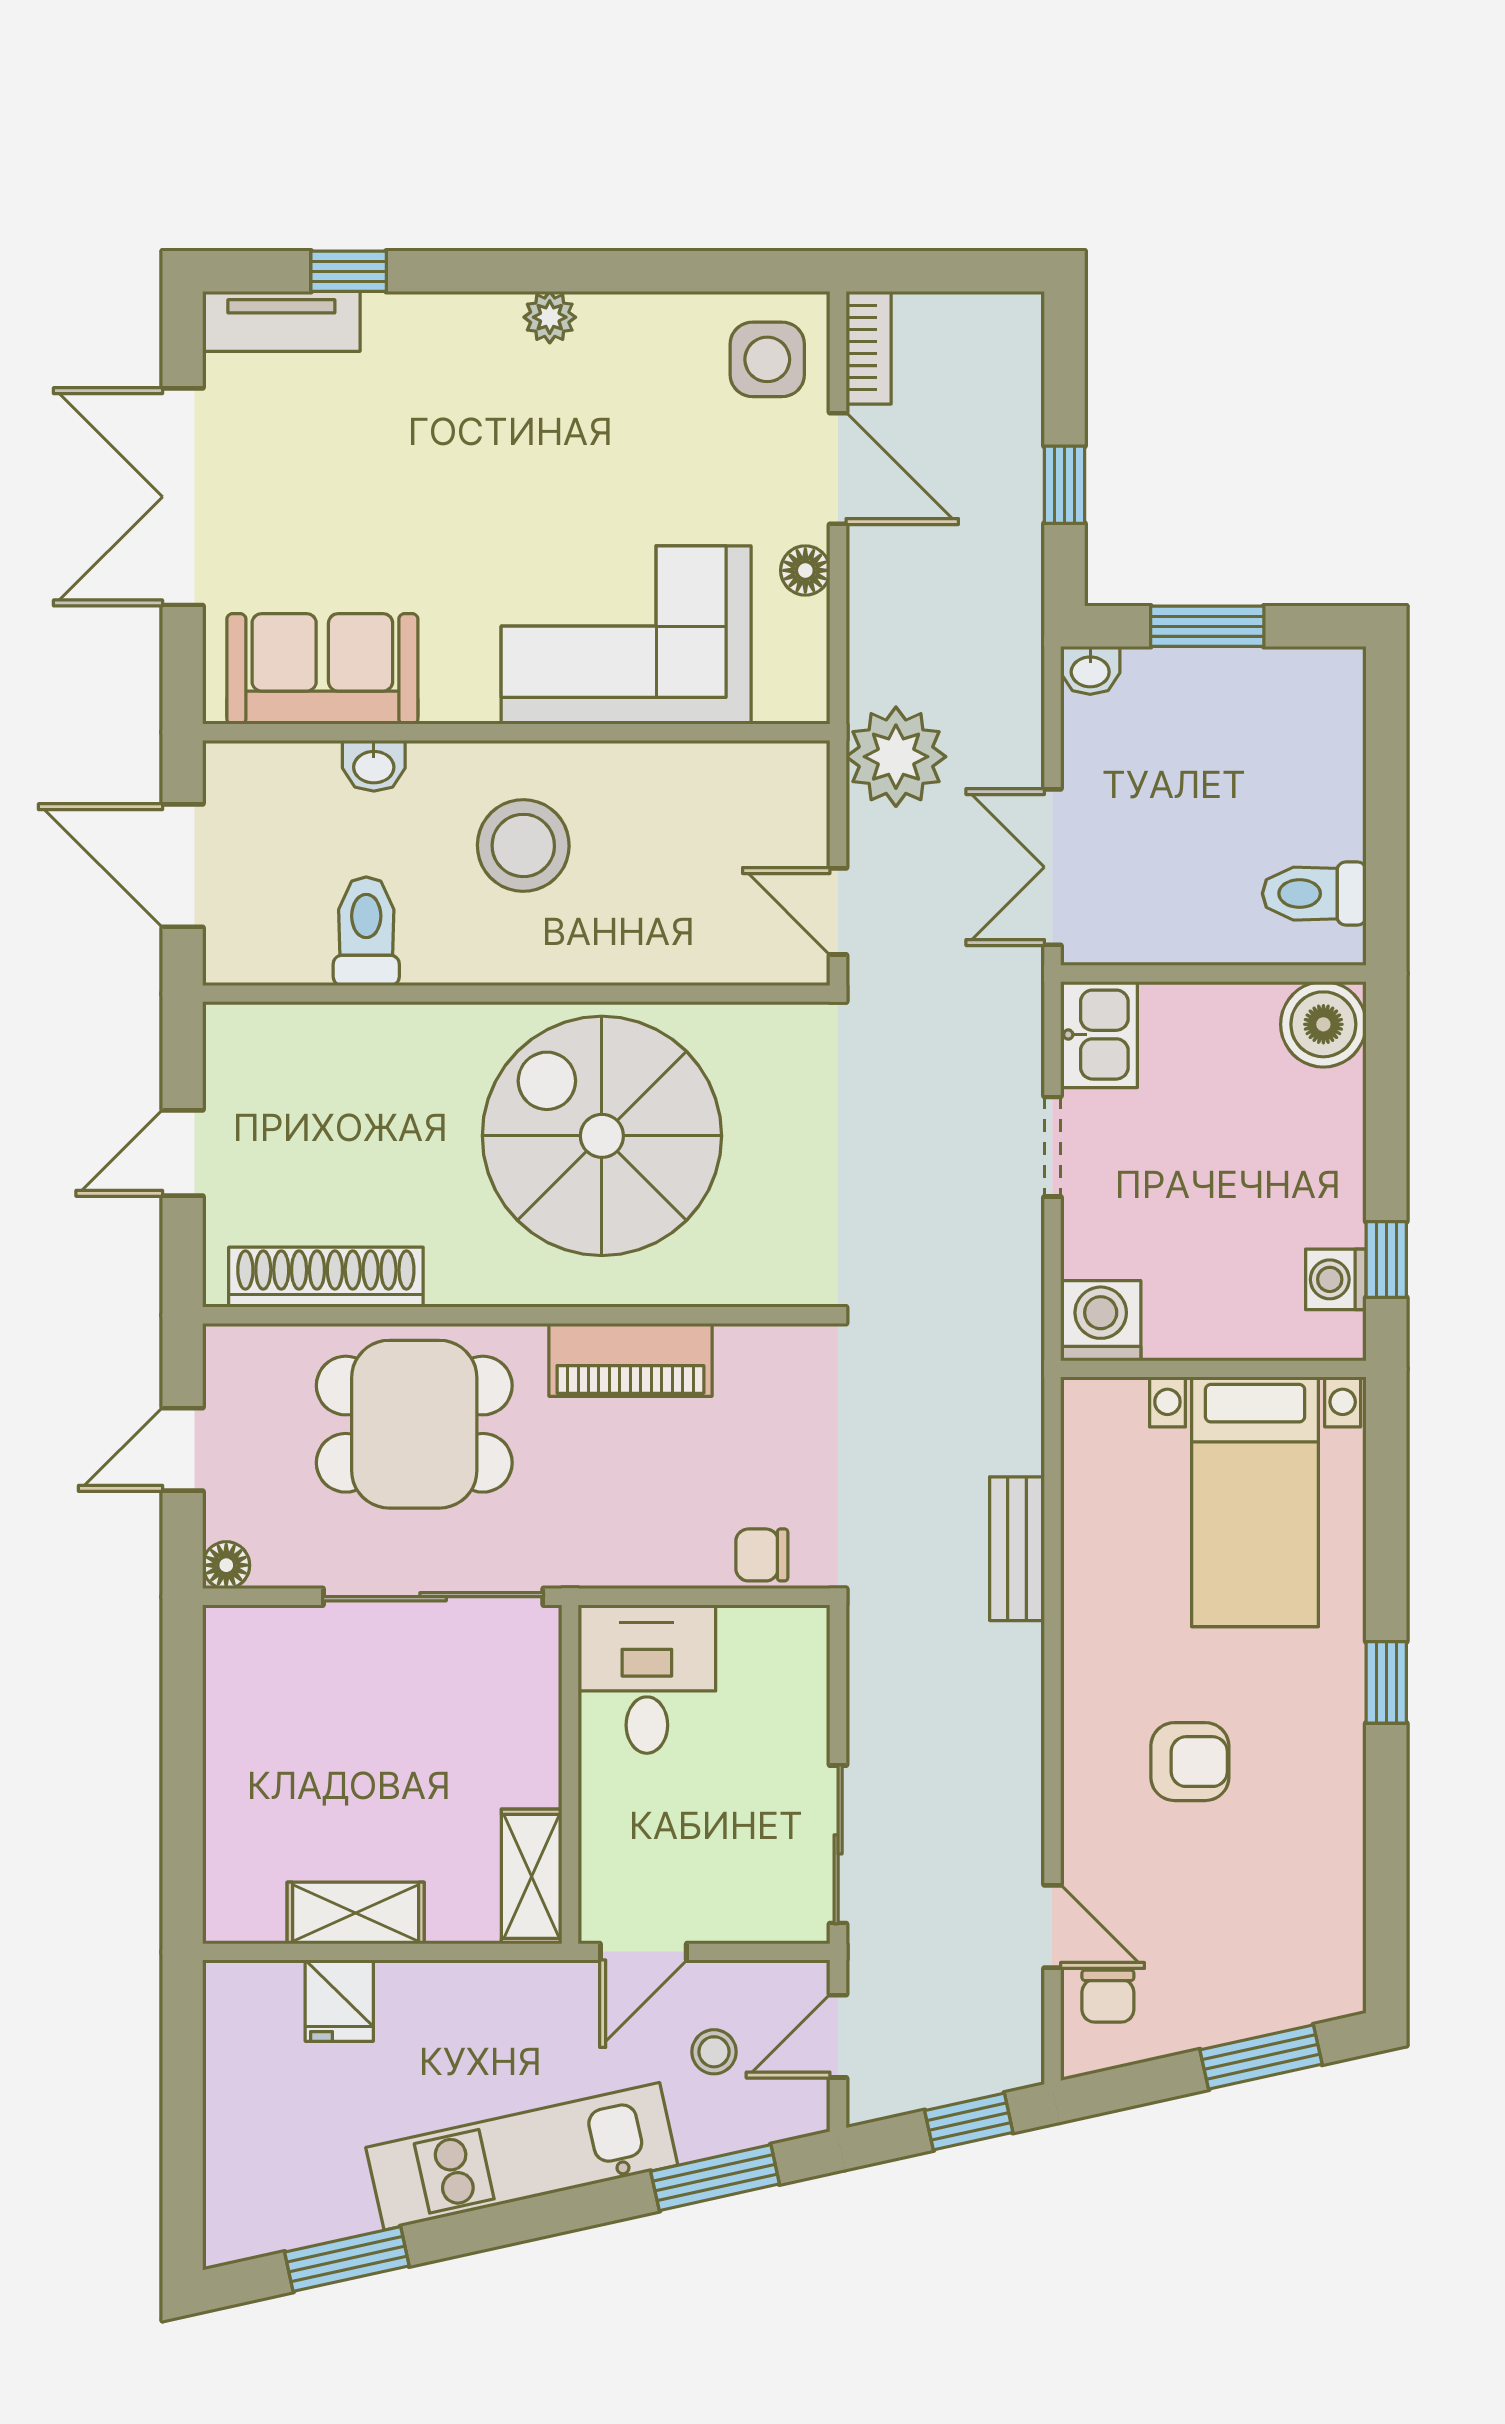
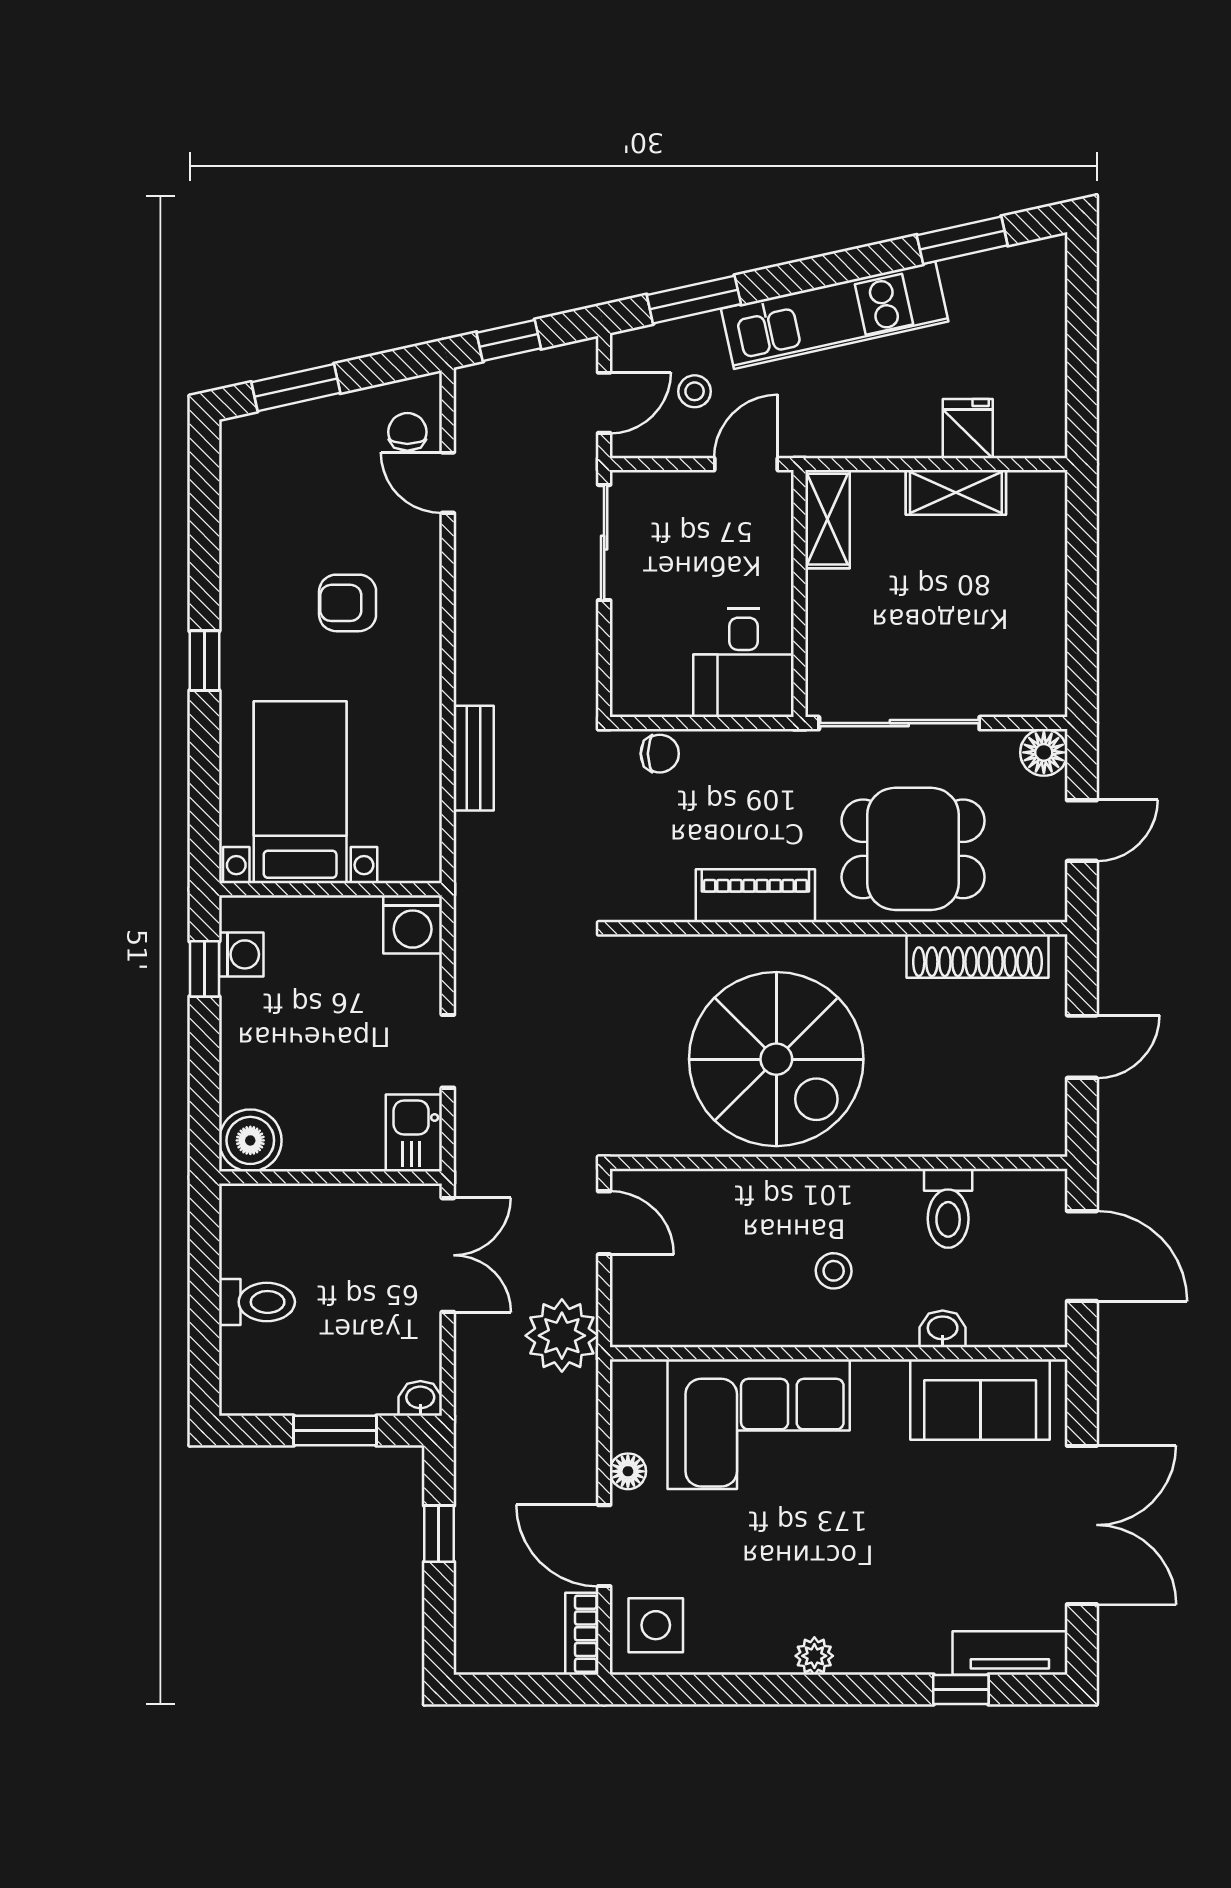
stool: (523, 845) -> (834, 1271), width x0.53, depth x0.53
toilet: (1314, 894) -> (257, 1302), moved
floor lamp: (226, 1565) -> (1044, 752), width x1.37, depth x1.37

